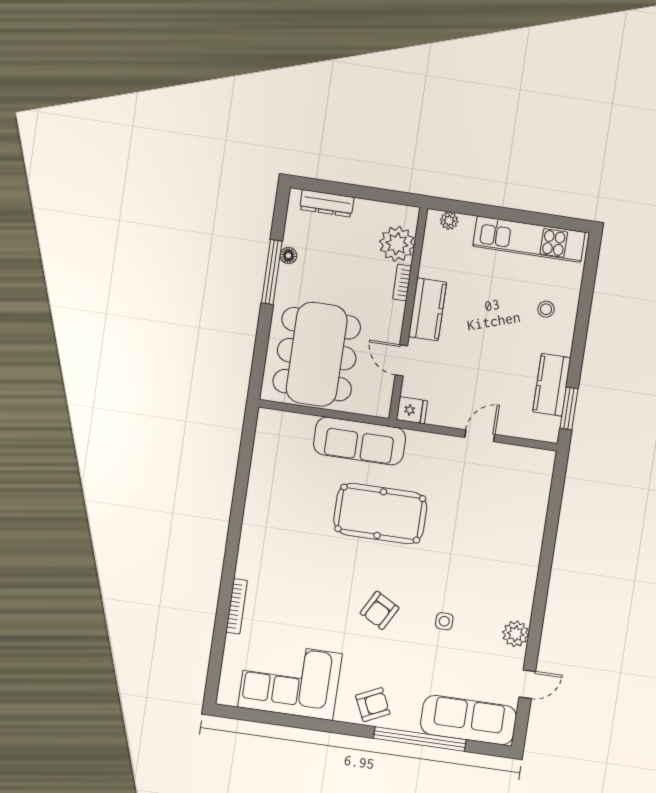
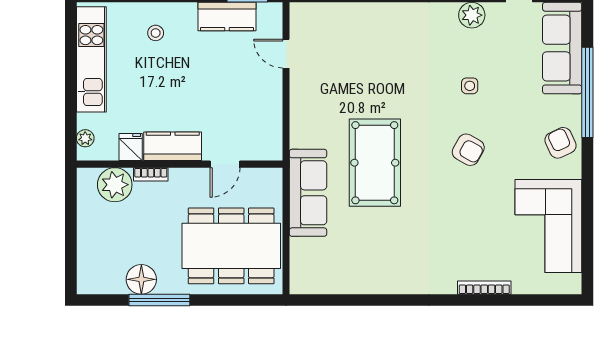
dresser: (327, 203) -> (86, 257), removed
floor lamp: (288, 256) -> (141, 279), width x1.89, depth x1.89
fridge: (412, 410) -> (131, 147), moved
door: (480, 436) -> (286, 54), moved

